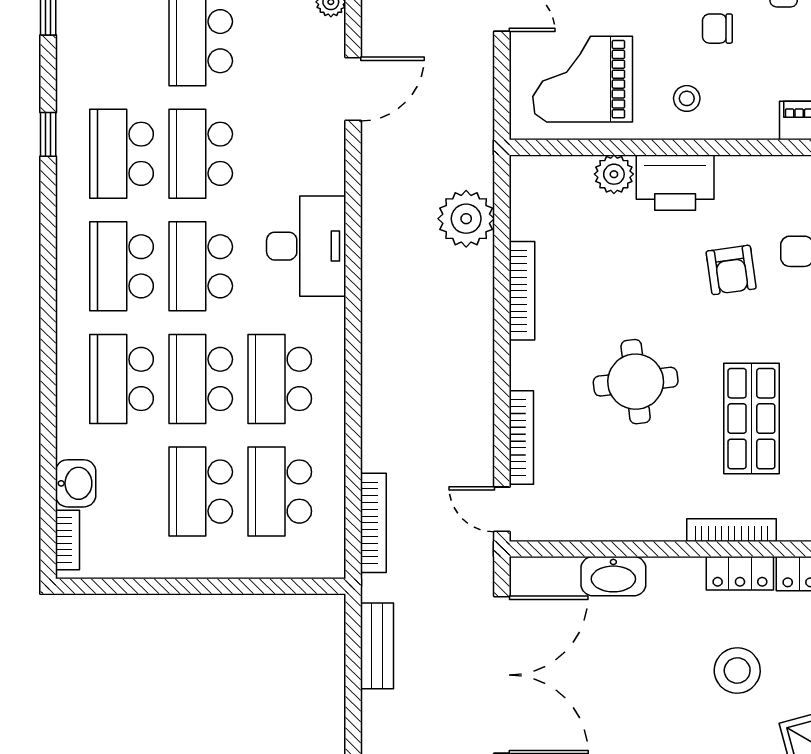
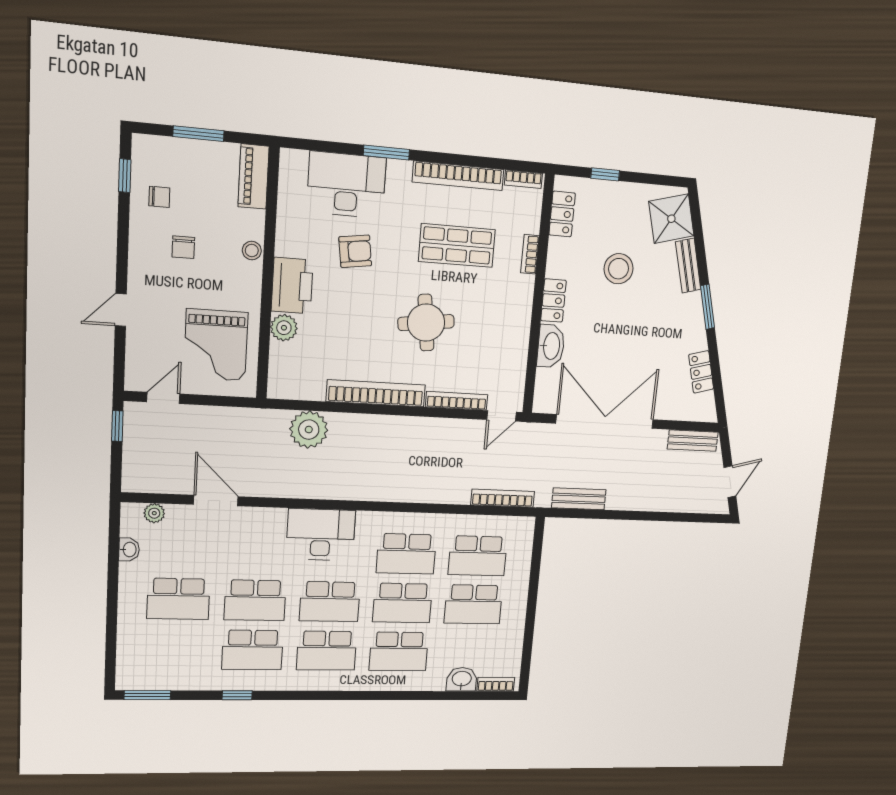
stool: (687, 98) -> (252, 251), moved
bookcase: (522, 291) -> (376, 393), width x1.48, depth x1.31
bookcase: (732, 530) -> (530, 254), width x0.64
locker: (740, 573) -> (553, 300), moved

